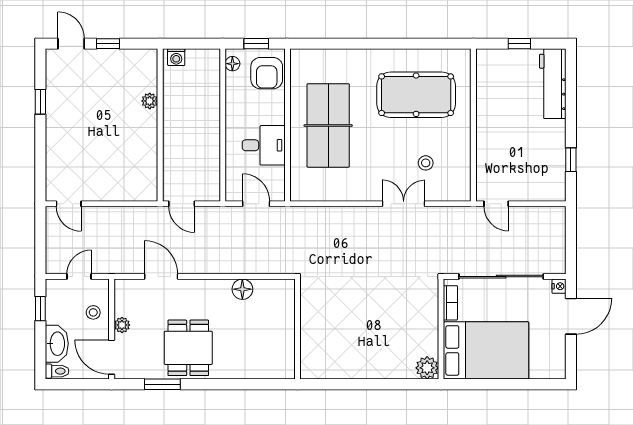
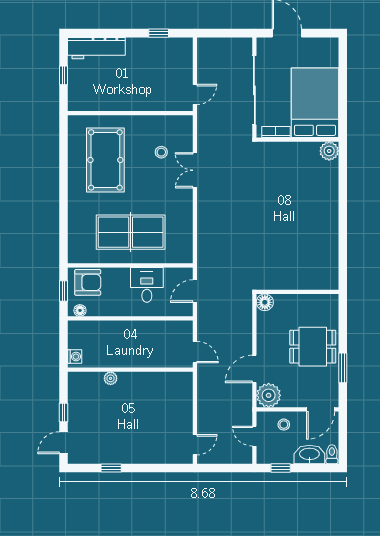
door: (182, 204) -> (195, 352), hinge flipped
nightstand: (559, 286) -> (262, 43), removed
plant: (122, 325) -> (269, 395), moved, width x1.88, depth x1.88
wall: (298, 329) -> (297, 292), moved

